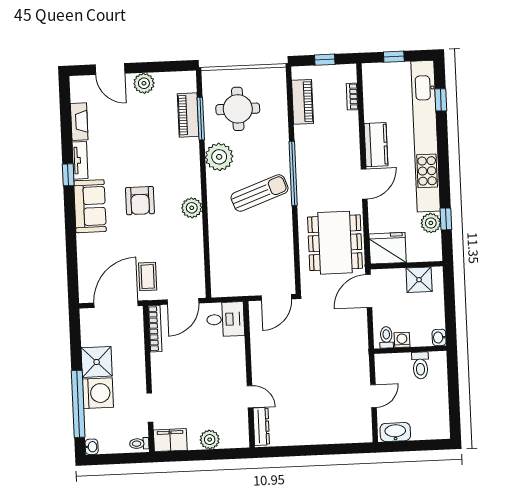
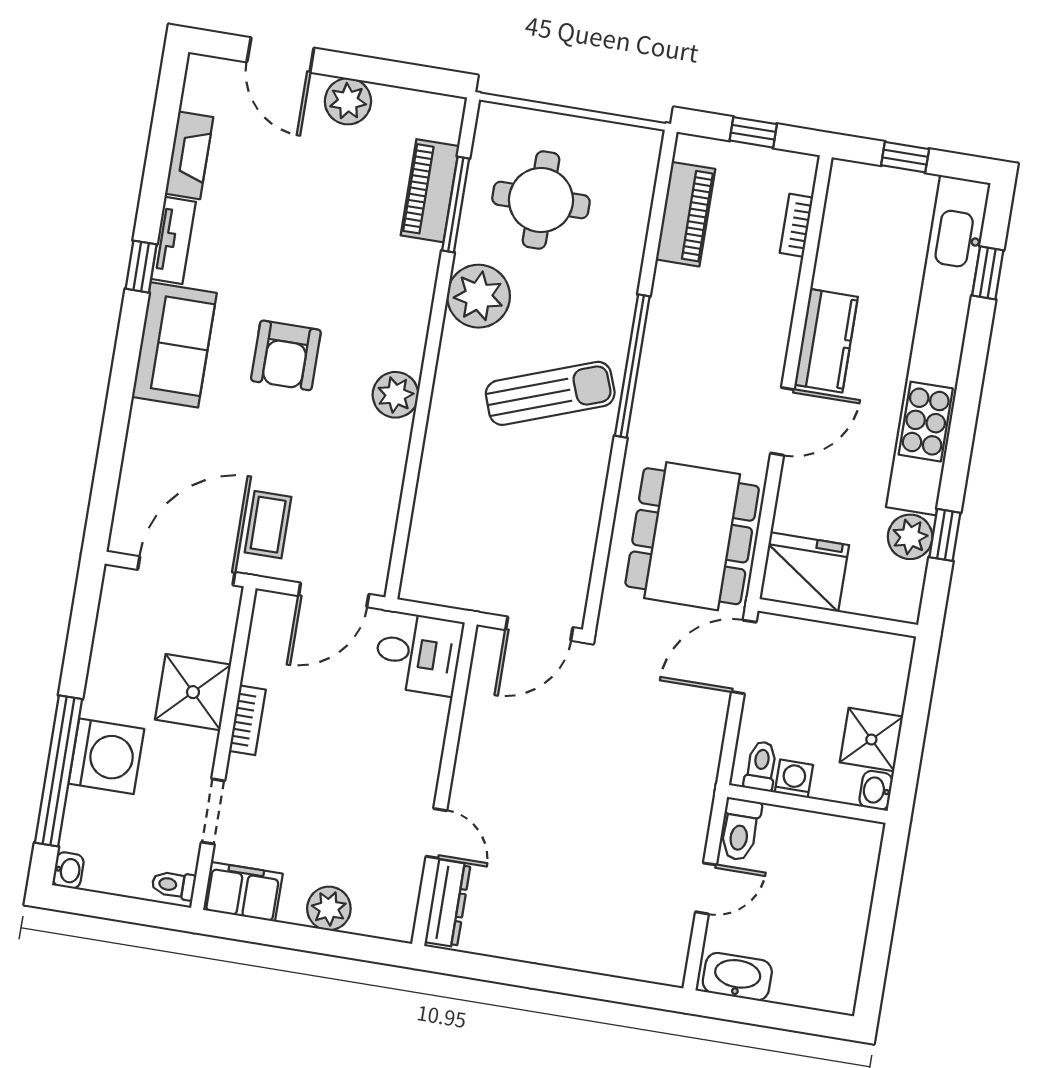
shower: (419, 280) -> (871, 740), moved
bookcase: (155, 329) -> (247, 720), moved, width x0.64
shower: (97, 362) -> (193, 692), moved
toilet: (420, 365) -> (740, 829), moved

